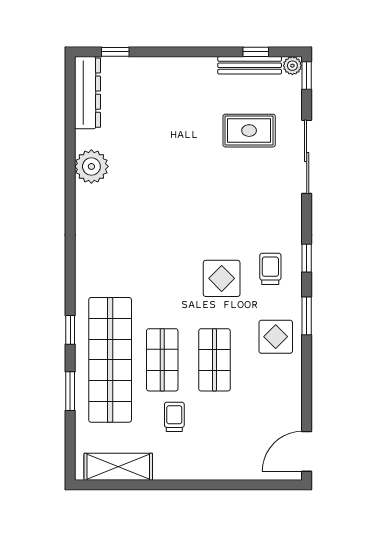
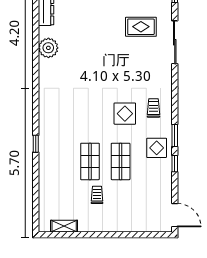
window: (307, 258) -> (175, 164), moved
shop shelf: (110, 360) -> (59, 161), removed
window: (70, 391) -> (36, 180), removed
door: (307, 451) -> (175, 215), swing flipped
shelving: (118, 467) -> (64, 226), width x0.67, depth x0.75

